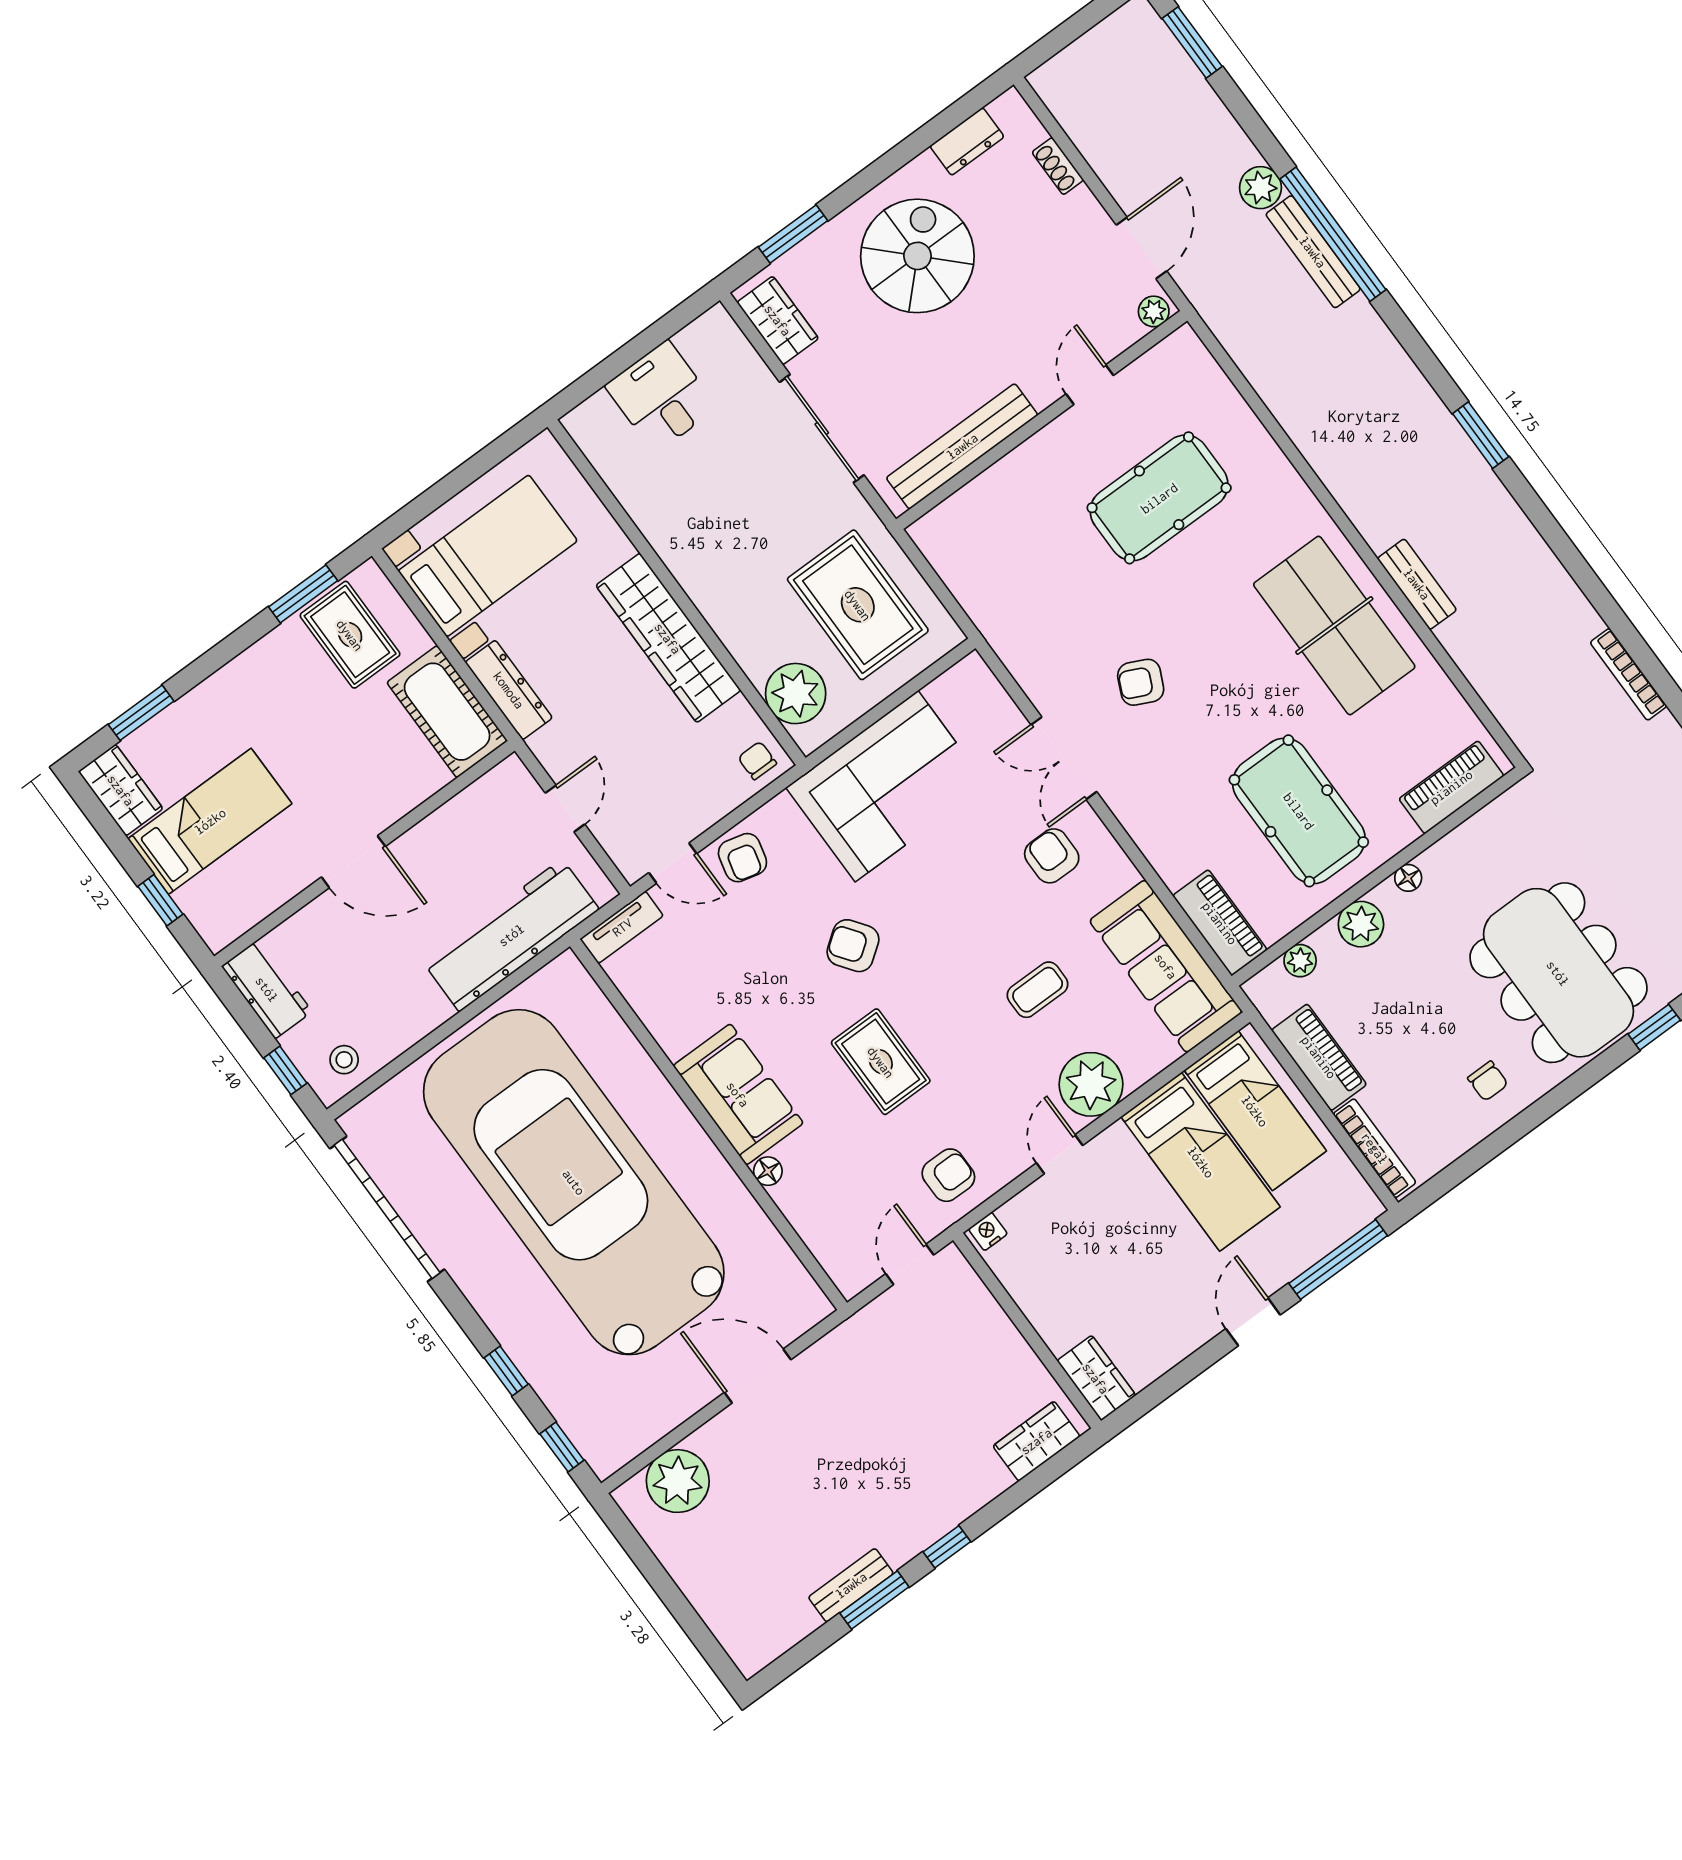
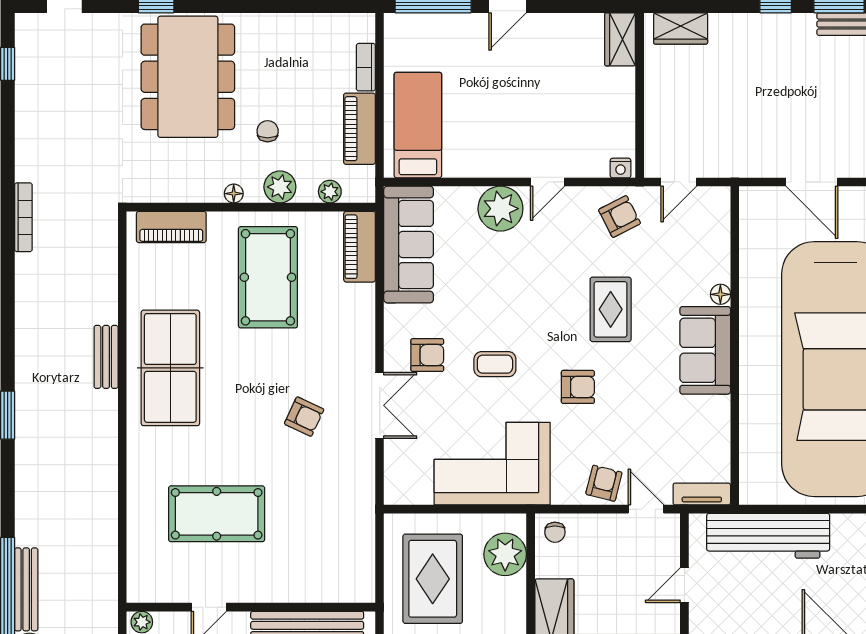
armchair: (1052, 856) -> (427, 355), turned -90
armchair: (853, 946) -> (578, 387), turned -54
coffee table: (1038, 990) -> (495, 364), moved
chair: (1488, 1081) -> (268, 131), moved
bookcase: (1375, 1148) -> (366, 67), width x0.64
bed: (1201, 1162) -> (470, 119), removed
armchair: (948, 1175) -> (620, 217), turned 153

